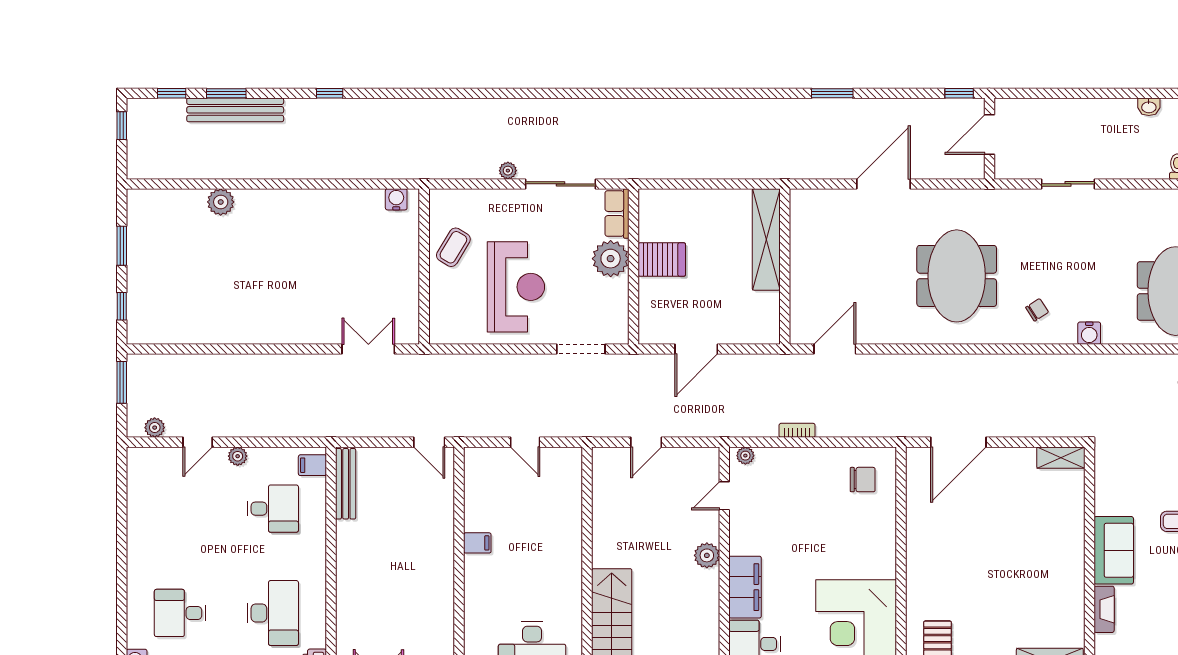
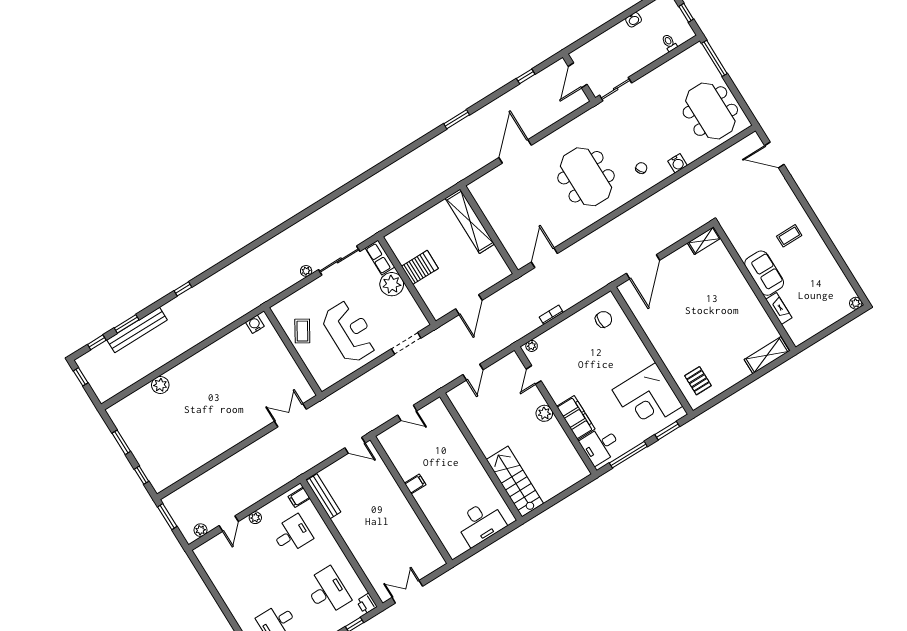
door: (989, 134) -> (578, 75), moved
wall: (989, 139) -> (579, 78), moved

